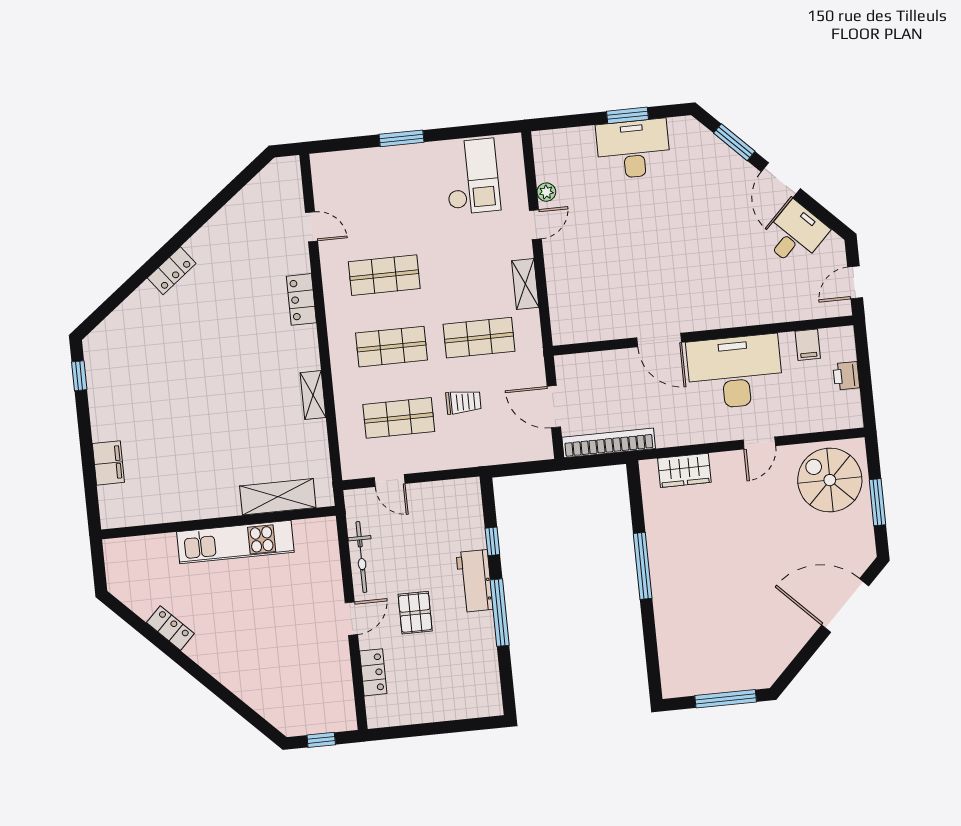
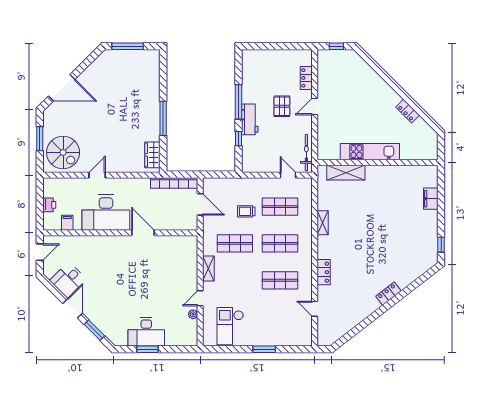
wardrobe: (684, 470) -> (152, 155), moved, turned -90
bicycle: (361, 557) -> (306, 153), moved

